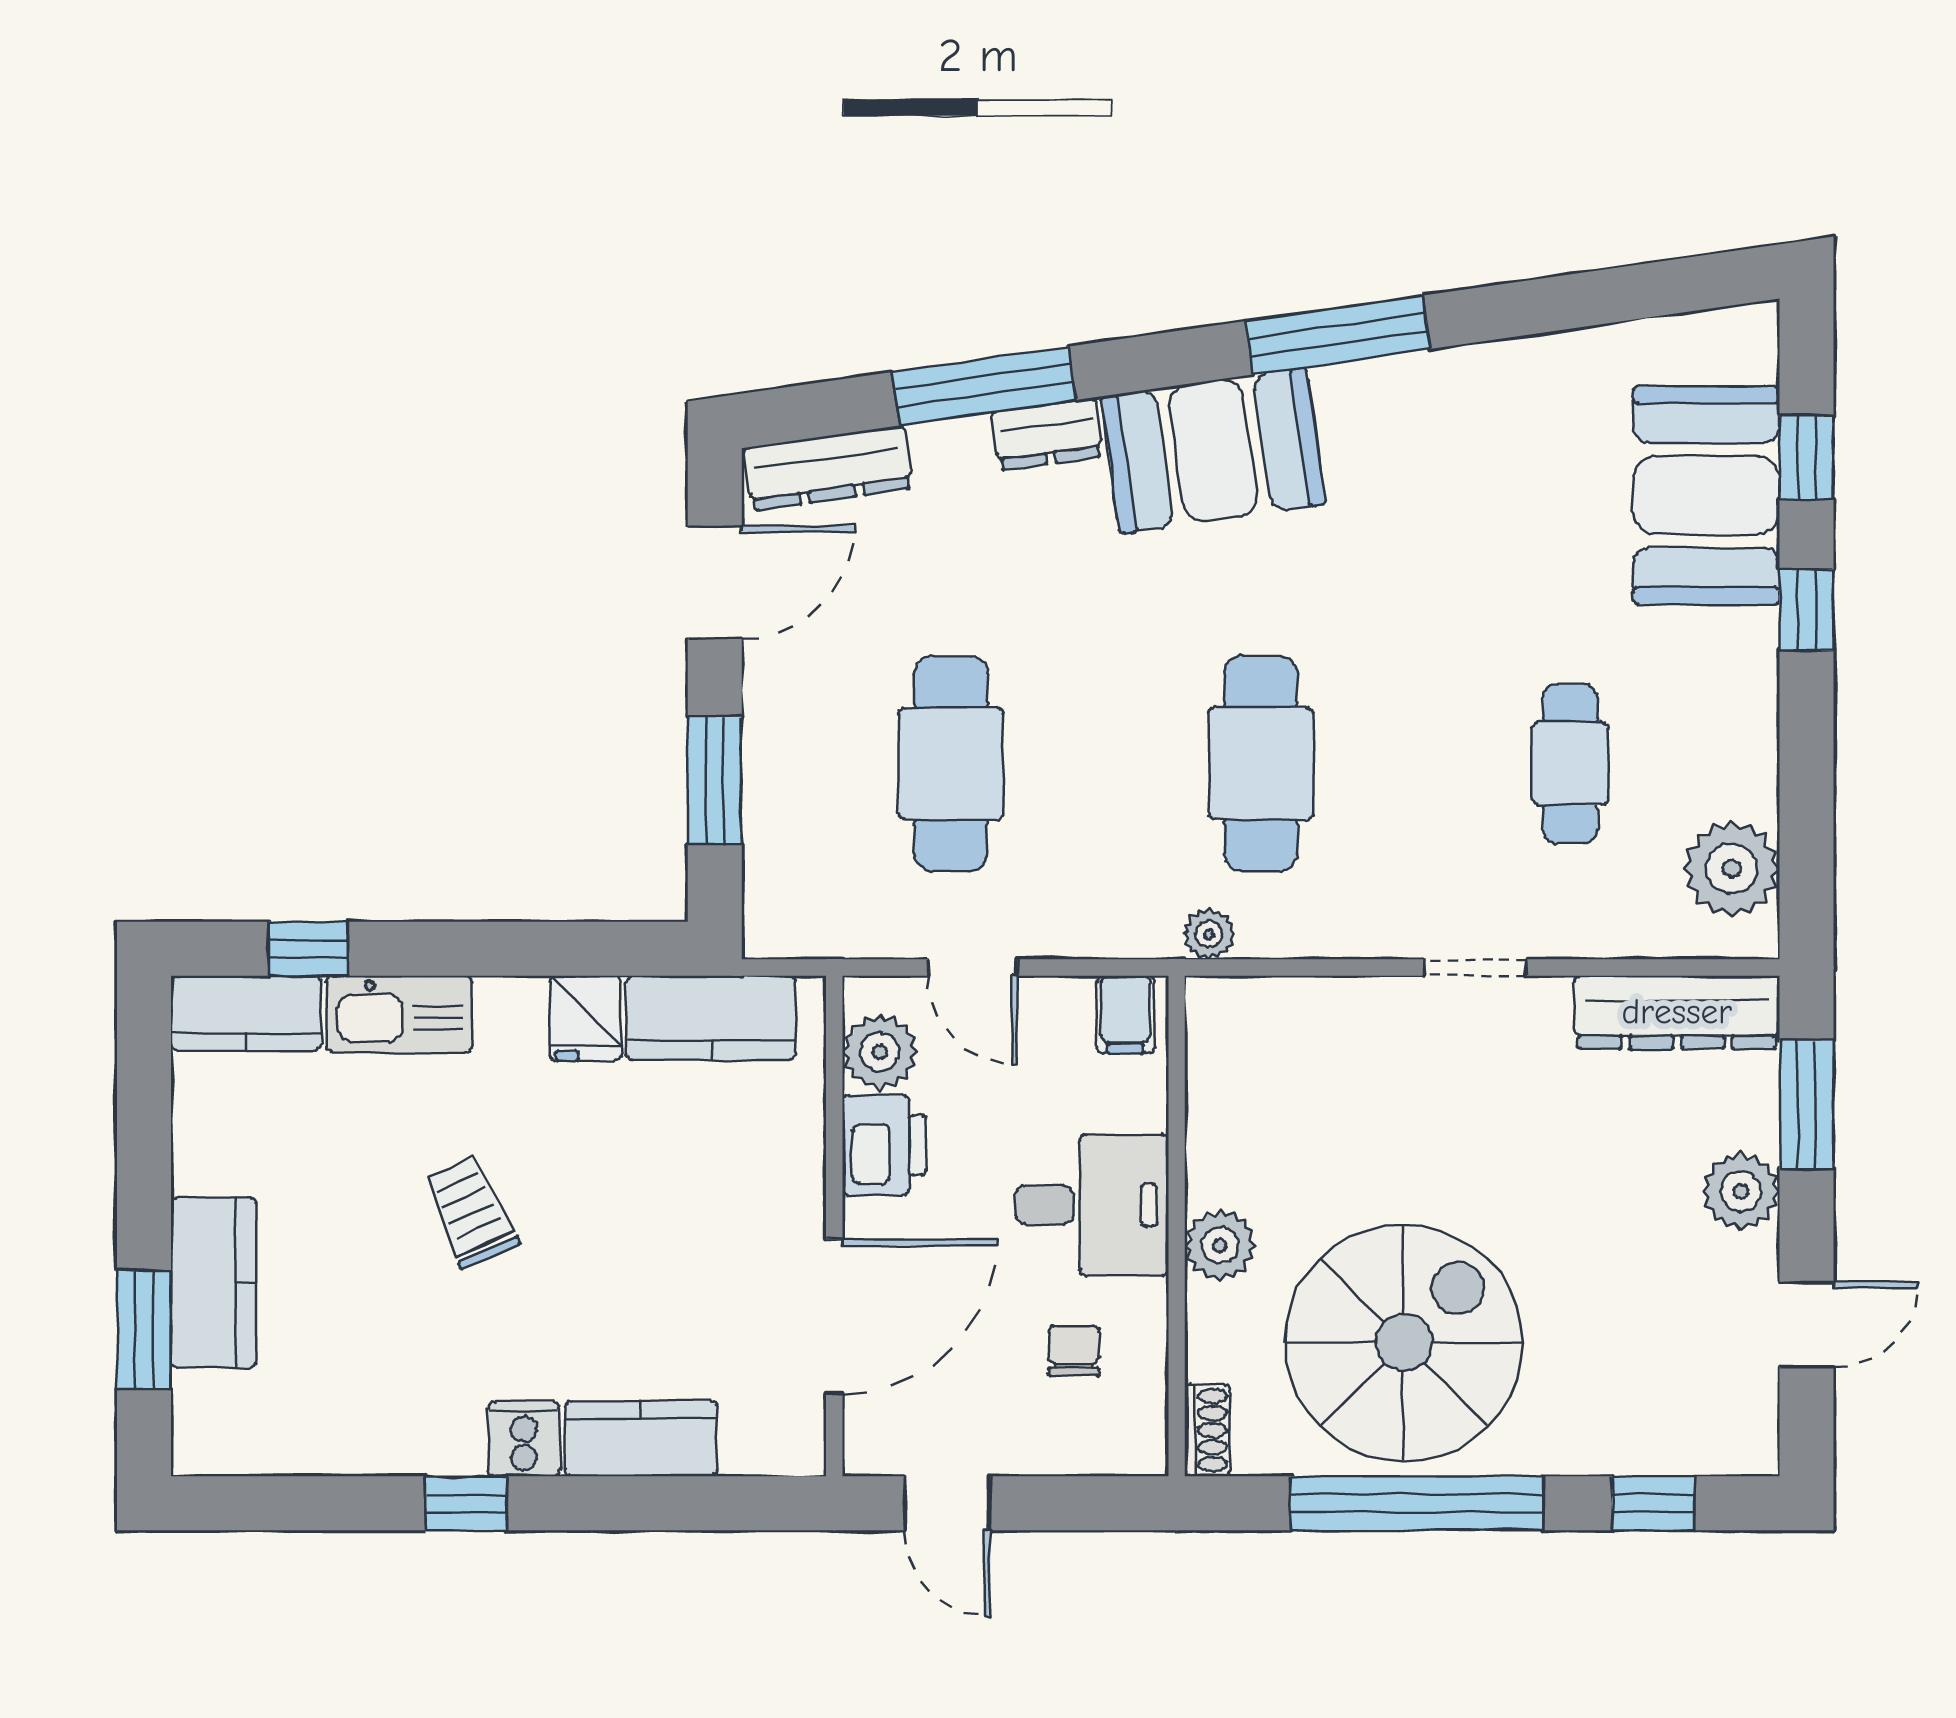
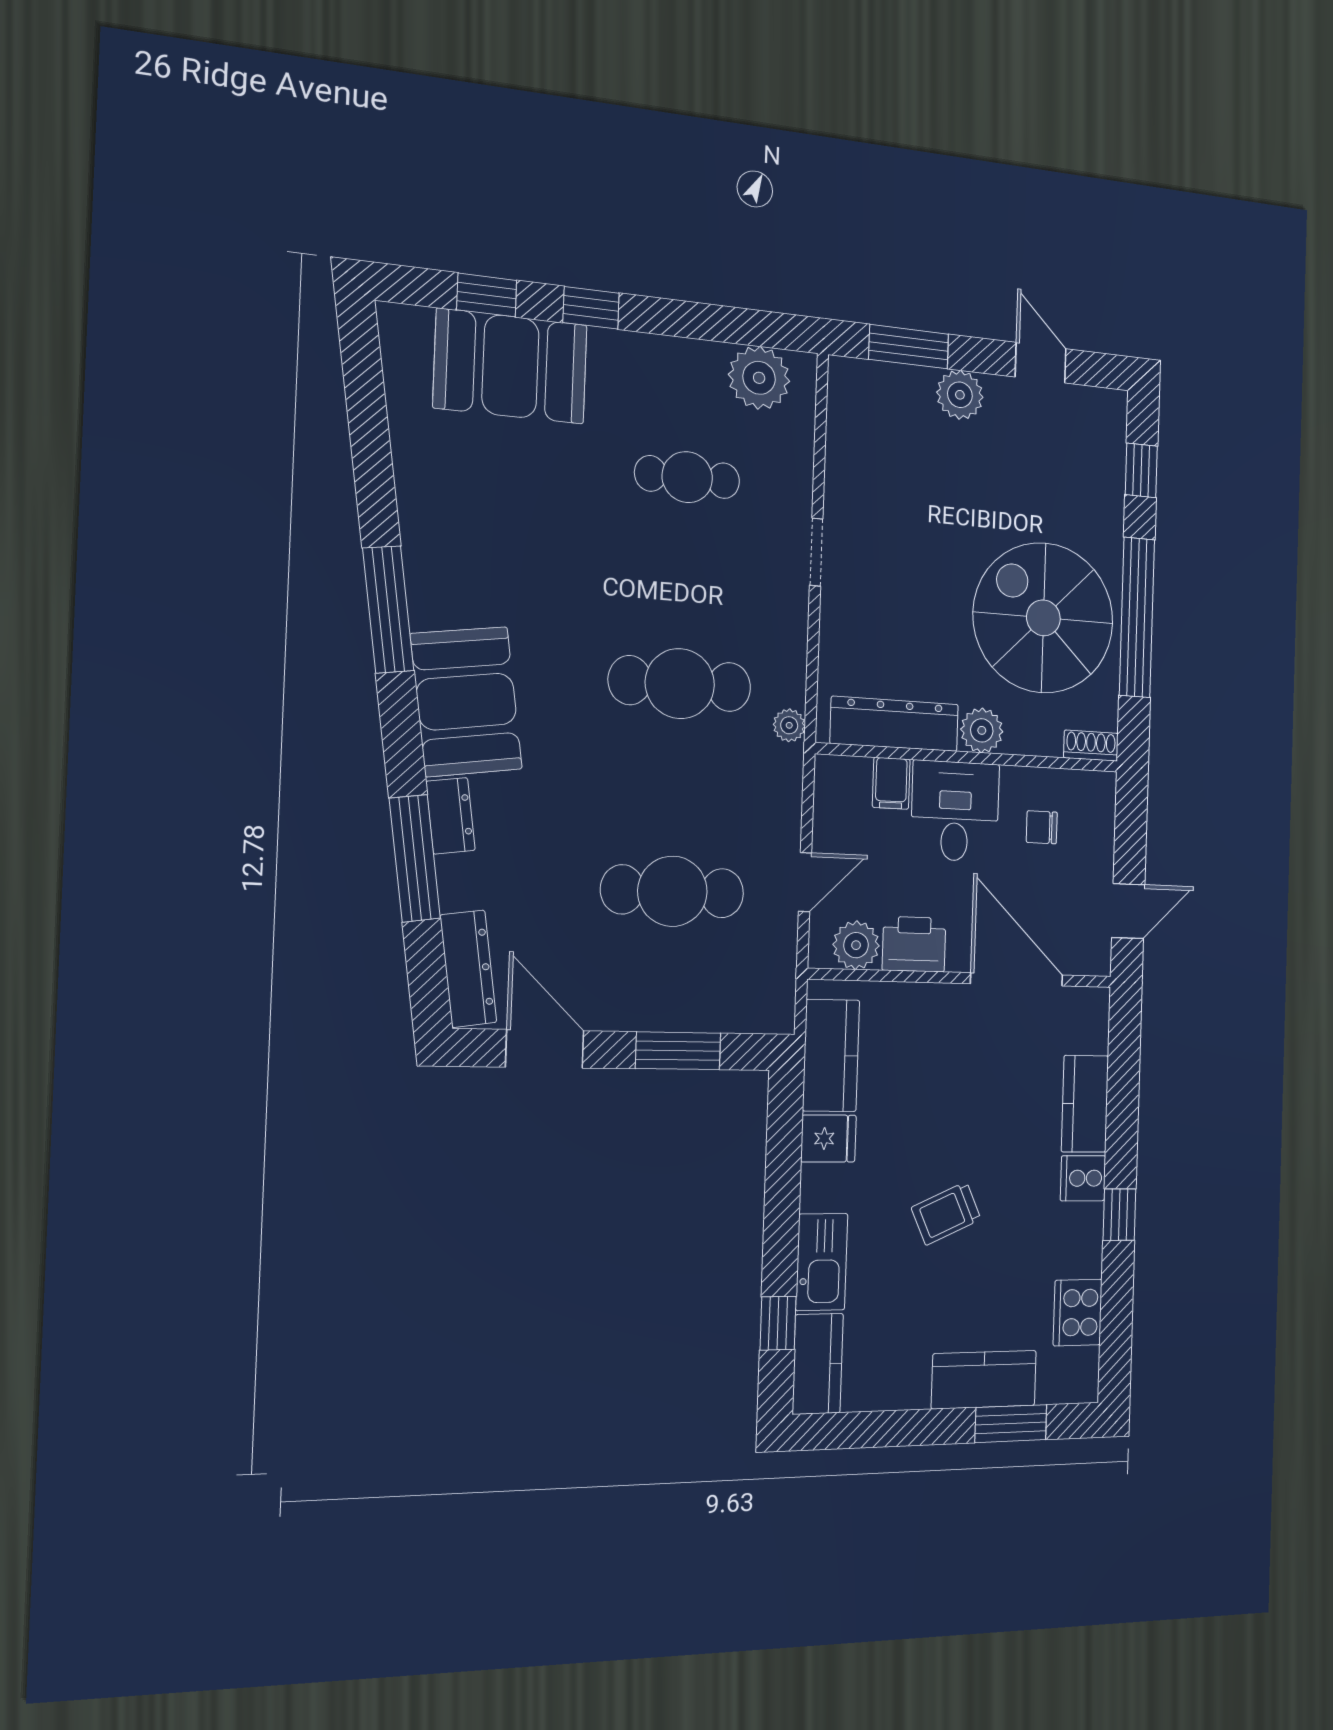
dresser: (1677, 1012) -> (894, 724), moved, turned -90
filing cabinet: (1126, 1014) -> (891, 783), moved, turned 90
cooker: (313, 1437) -> (1078, 1313), added

